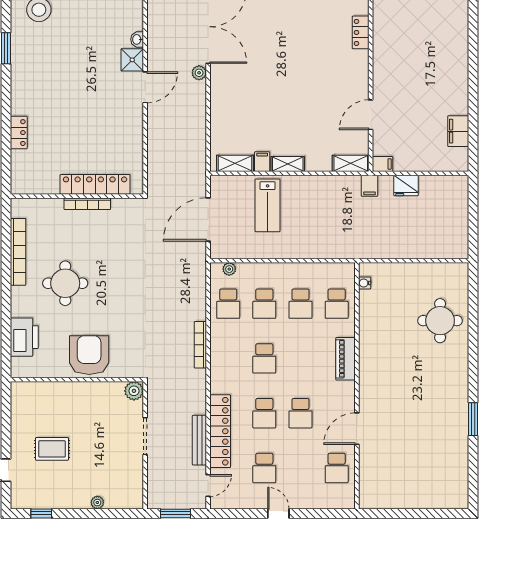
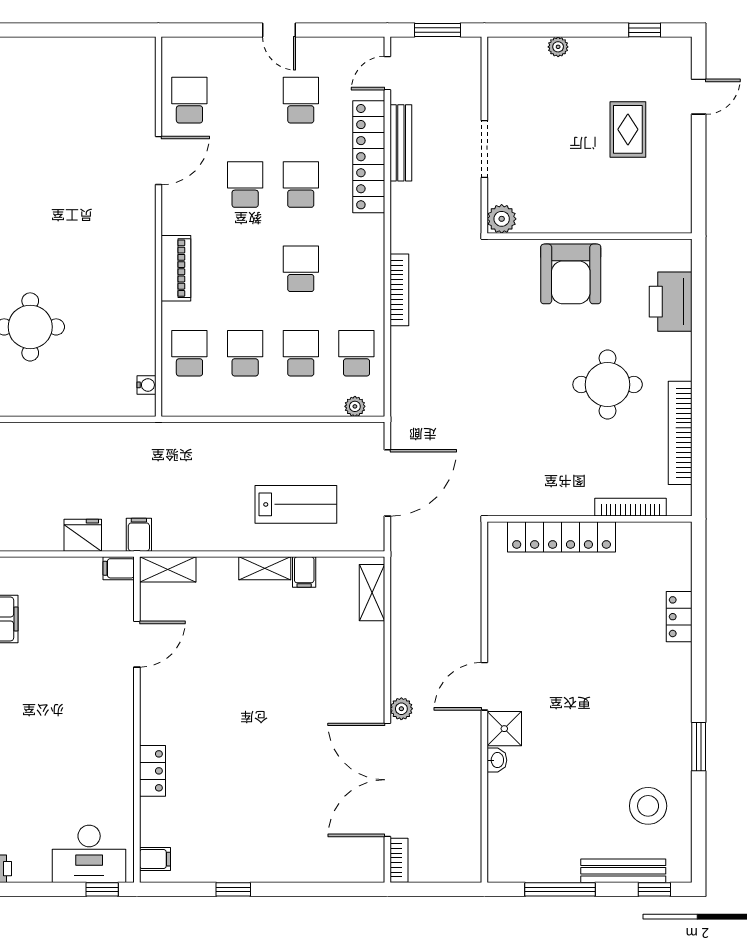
shelving: (235, 163) -> (372, 593), moved, turned 90
bookcase: (87, 204) -> (630, 507), moved
lab bench: (268, 205) -> (296, 504), turned 90
rug: (52, 449) -> (628, 129), turned 90

